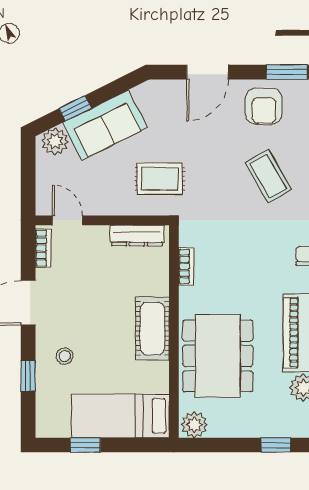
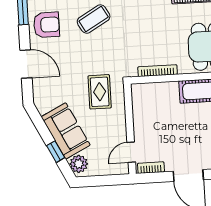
dresser: (137, 236) -> (139, 105), removed
bookcase: (186, 266) -> (158, 71), width x1.56

